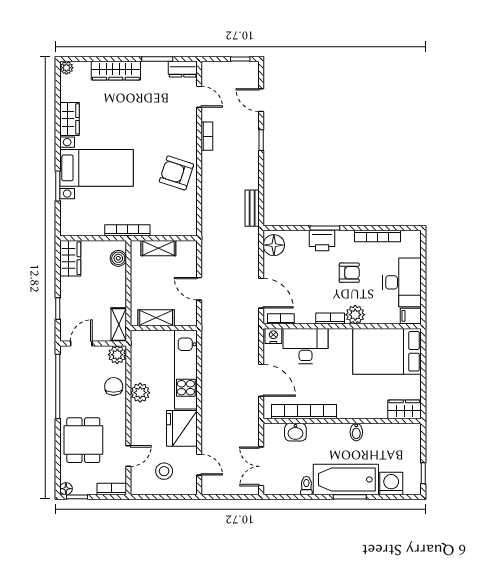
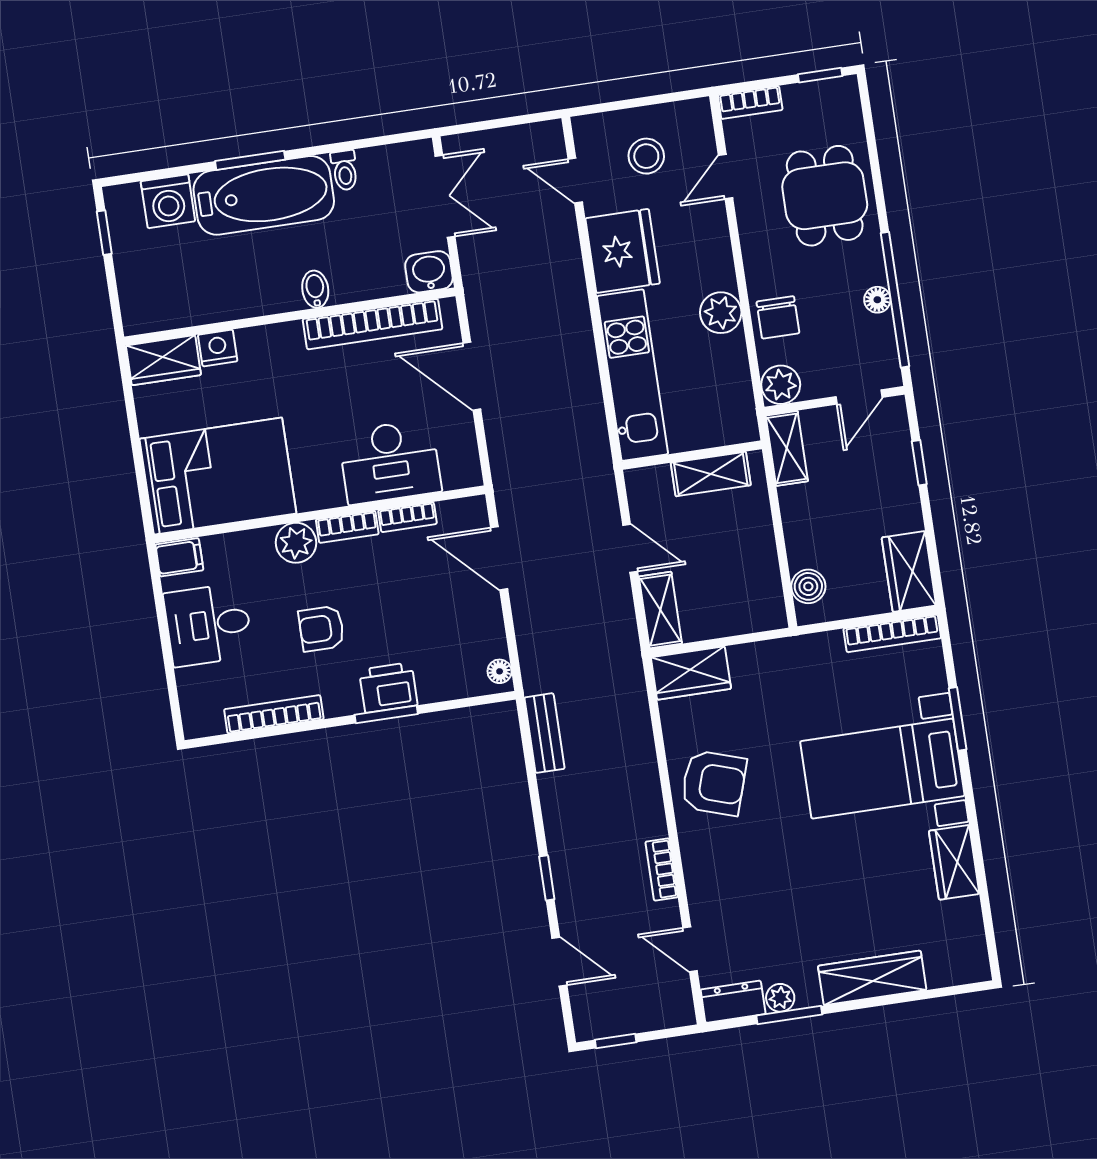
plant: (66, 68) -> (780, 998), moved
wardrobe: (179, 226) -> (691, 673), added
bookcase: (127, 230) -> (892, 633), moved
floor lamp: (274, 245) -> (500, 671), width x0.53, depth x0.53
shelving: (158, 248) -> (660, 610), moved, turned 90
desk: (402, 282) -> (208, 625), width x0.73
bookcase: (281, 319) -> (407, 517), moved
nightstand: (273, 336) -> (218, 348), moved, turned 180
washbasin: (295, 432) -> (429, 272), moved
bidet: (356, 432) -> (315, 289), moved
floor lamp: (66, 489) -> (877, 300), moved

